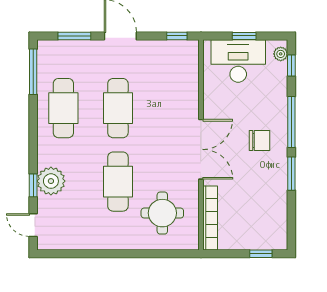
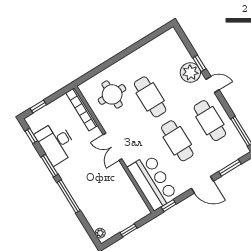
desk: (238, 61) -> (56, 143), moved, turned 90
window: (291, 66) -> (31, 136), moved
bar counter: (179, 77) -> (153, 182), added
chair: (260, 140) -> (81, 174), removed
double door: (201, 149) -> (112, 147), width x0.73
door: (33, 225) -> (213, 85), moved

